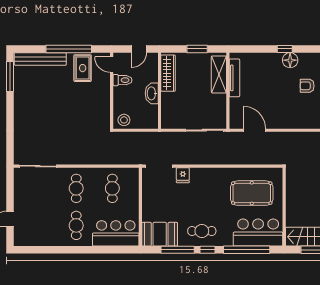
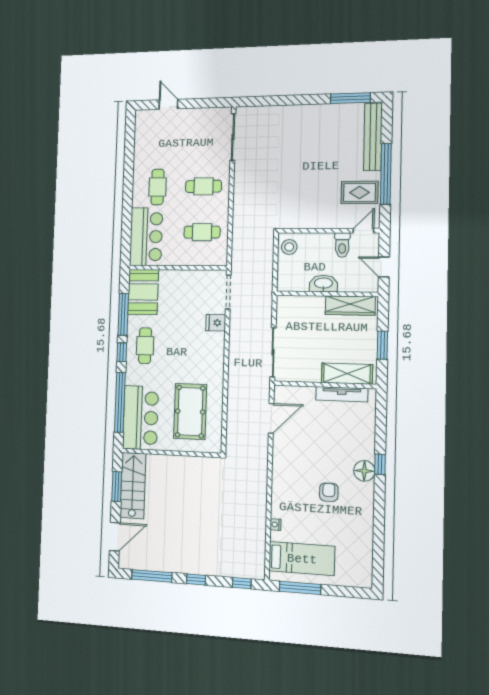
cafe table: (76, 225) -> (158, 187), turned 90

